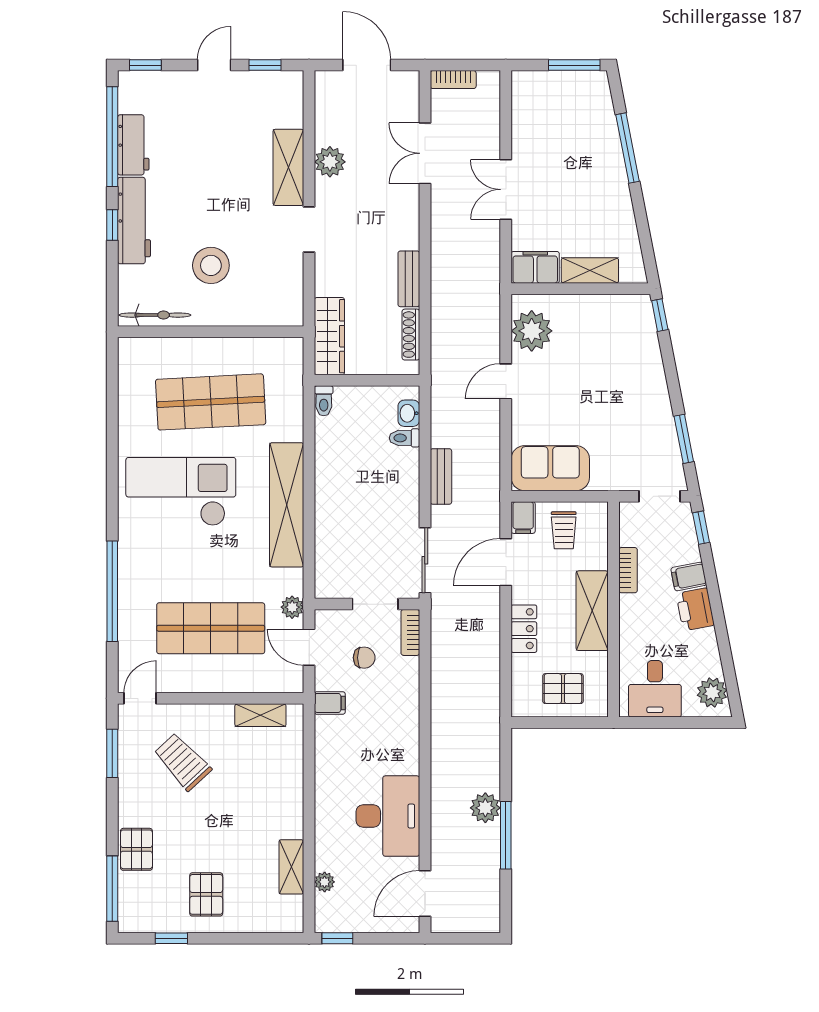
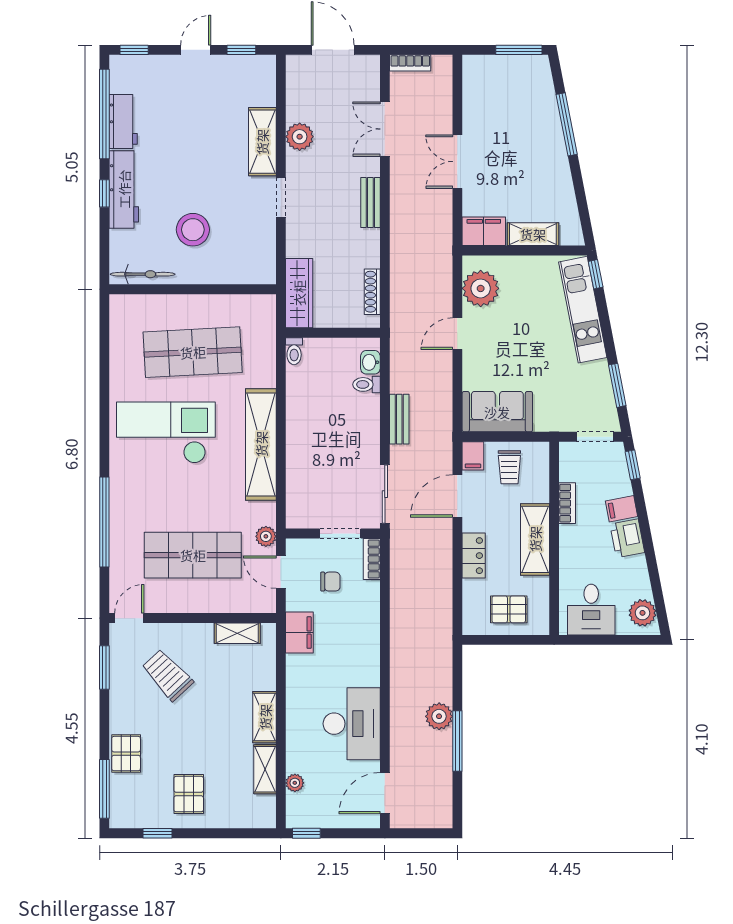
bench: (409, 279) -> (370, 203), moved
kitchen unit: (645, 355) -> (583, 310), added
filing cabinet: (330, 703) -> (299, 633), width x2.00
shelving: (291, 809) -> (265, 717), added

